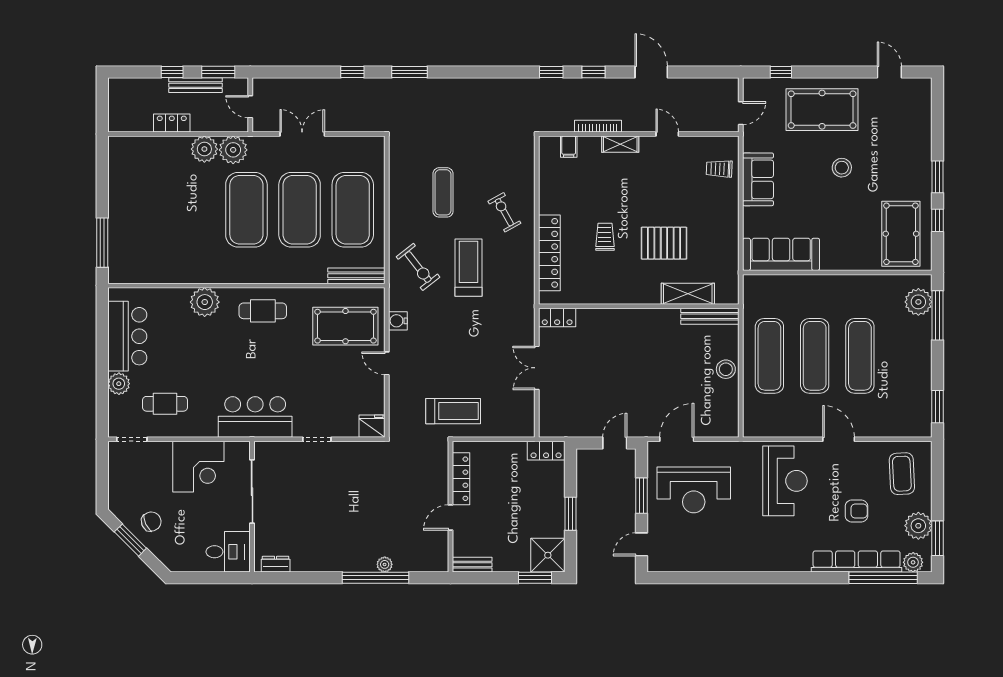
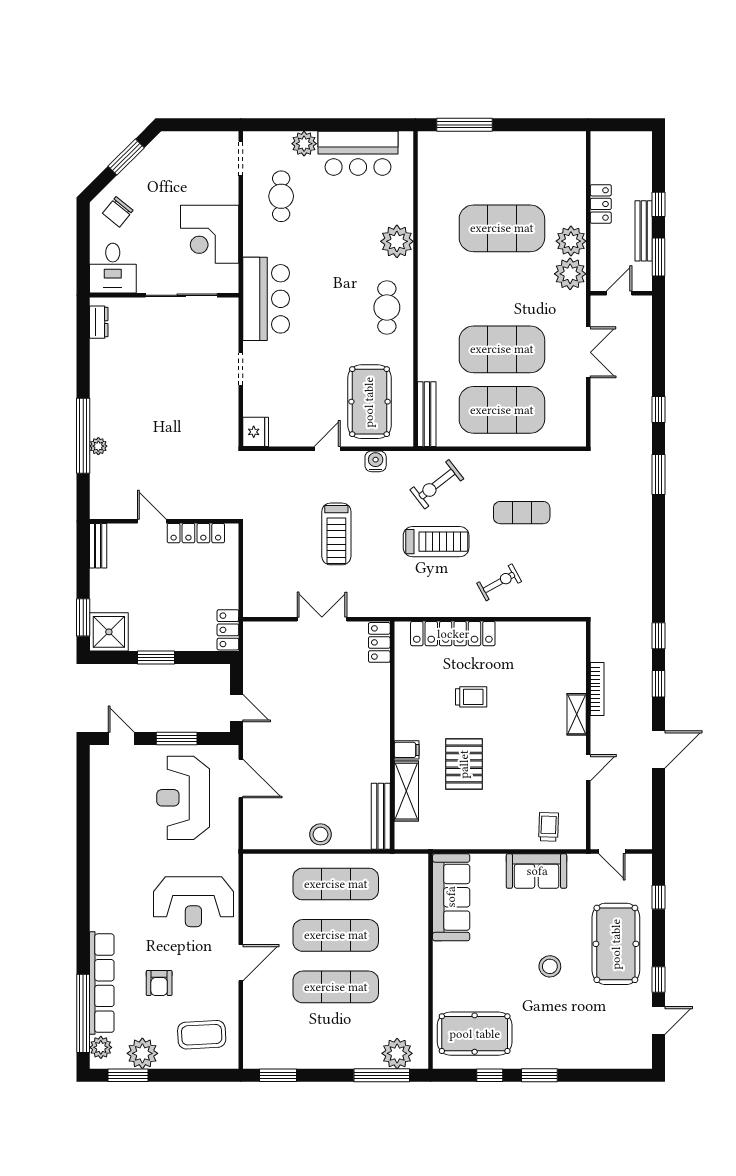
window: (853, 72) -> (659, 980), added
filing cabinet: (569, 147) -> (407, 750), moved, turned 180
exercise mat: (246, 210) -> (502, 228), moved
treadmill: (453, 411) -> (336, 534), moved
chair: (151, 522) -> (118, 212), moved, turned 64

